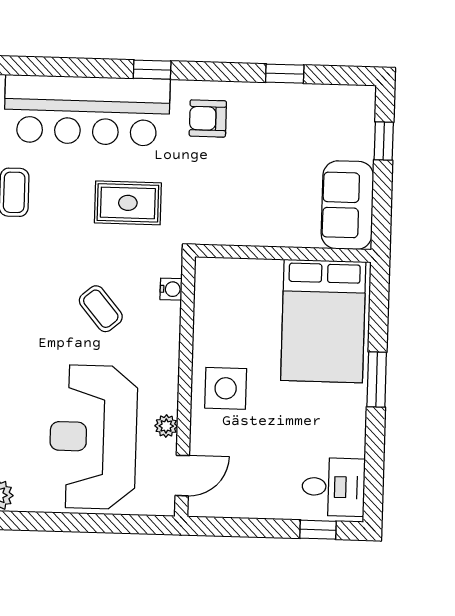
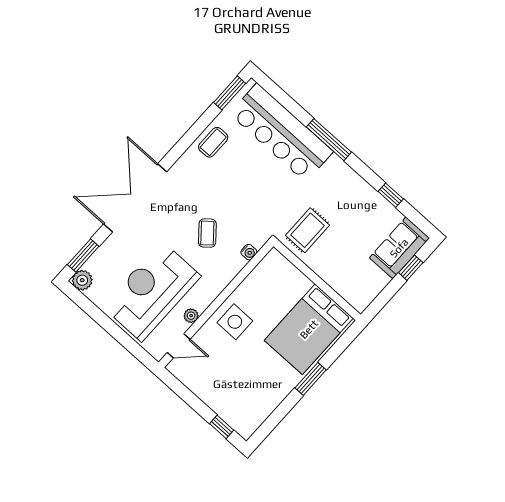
window: (152, 70) -> (329, 140), width x2.17
armchair: (208, 118) -> (336, 185), removed
rug: (128, 203) -> (308, 230), moved, turned 90
sofa: (347, 205) -> (399, 248), moved
desk: (333, 487) -> (246, 413), removed

